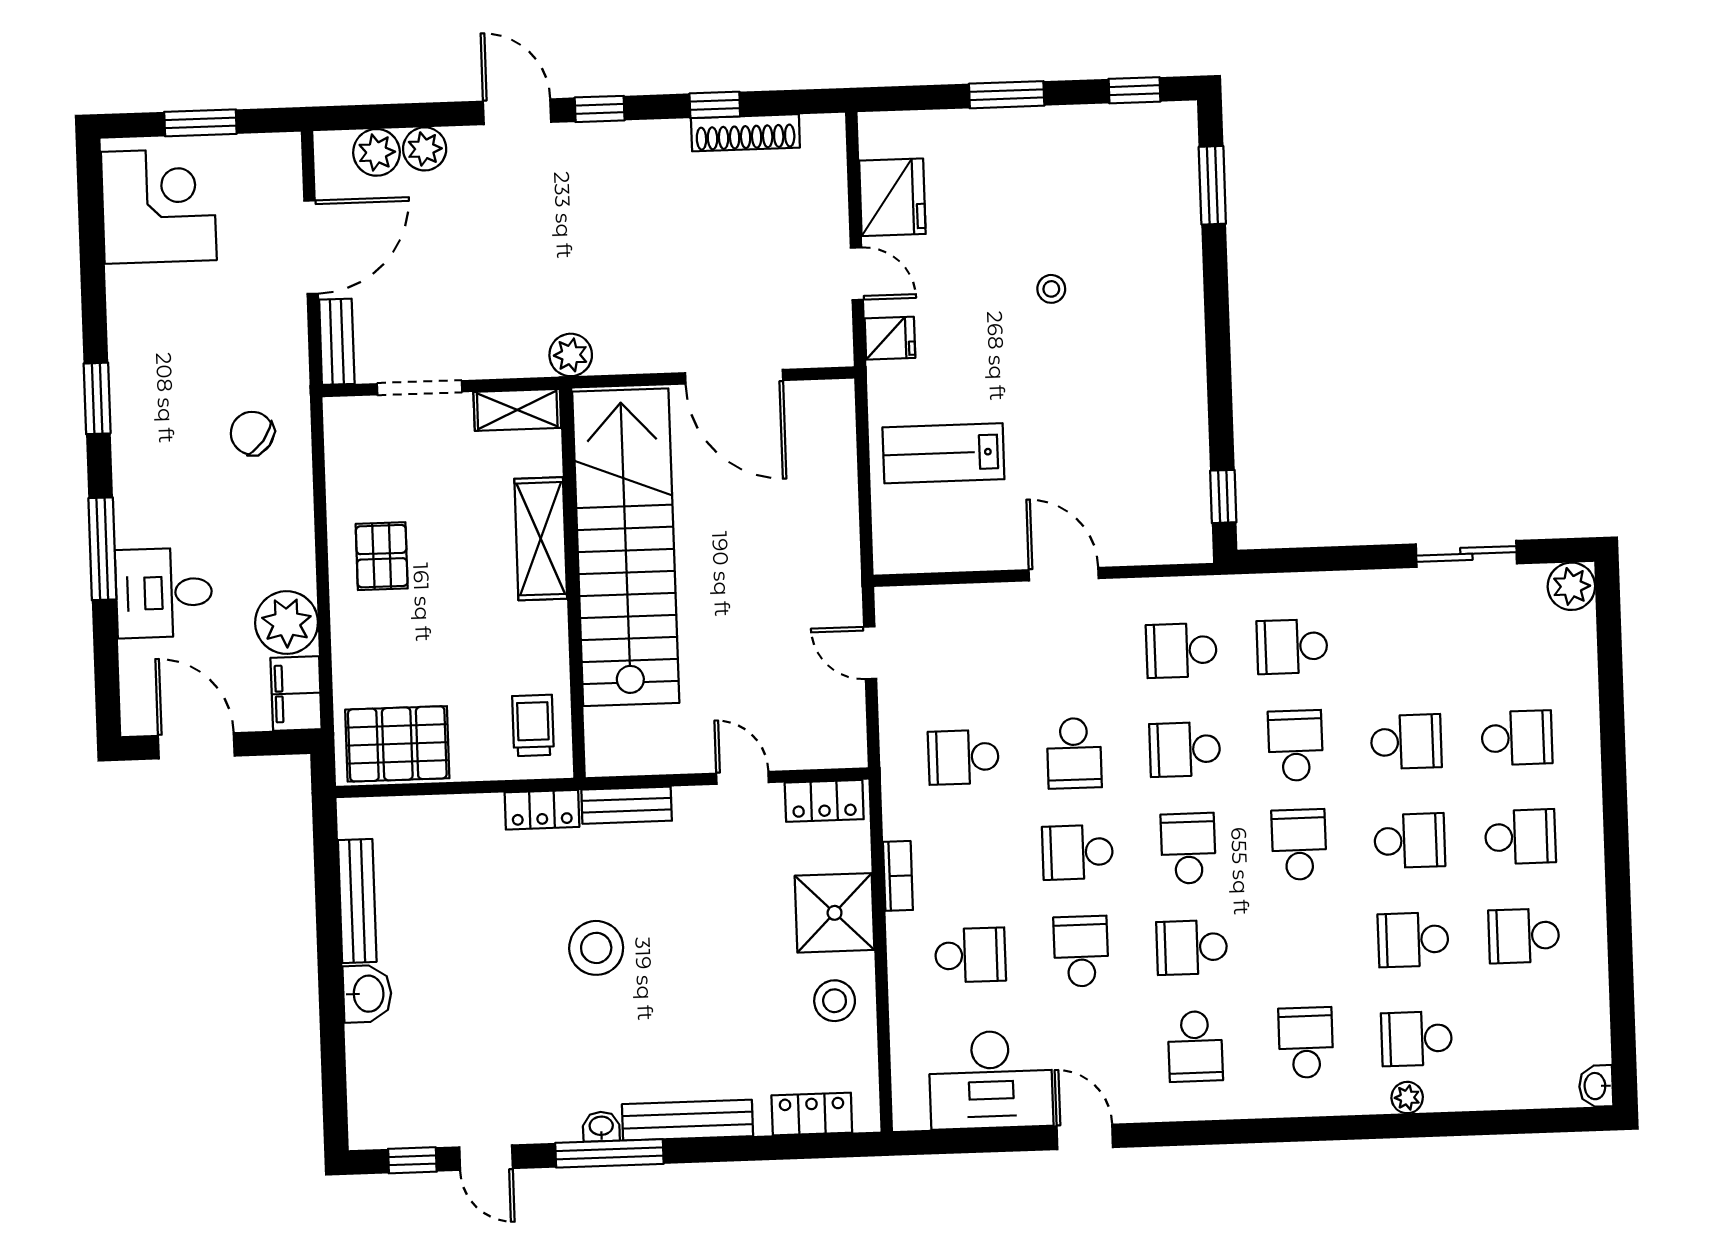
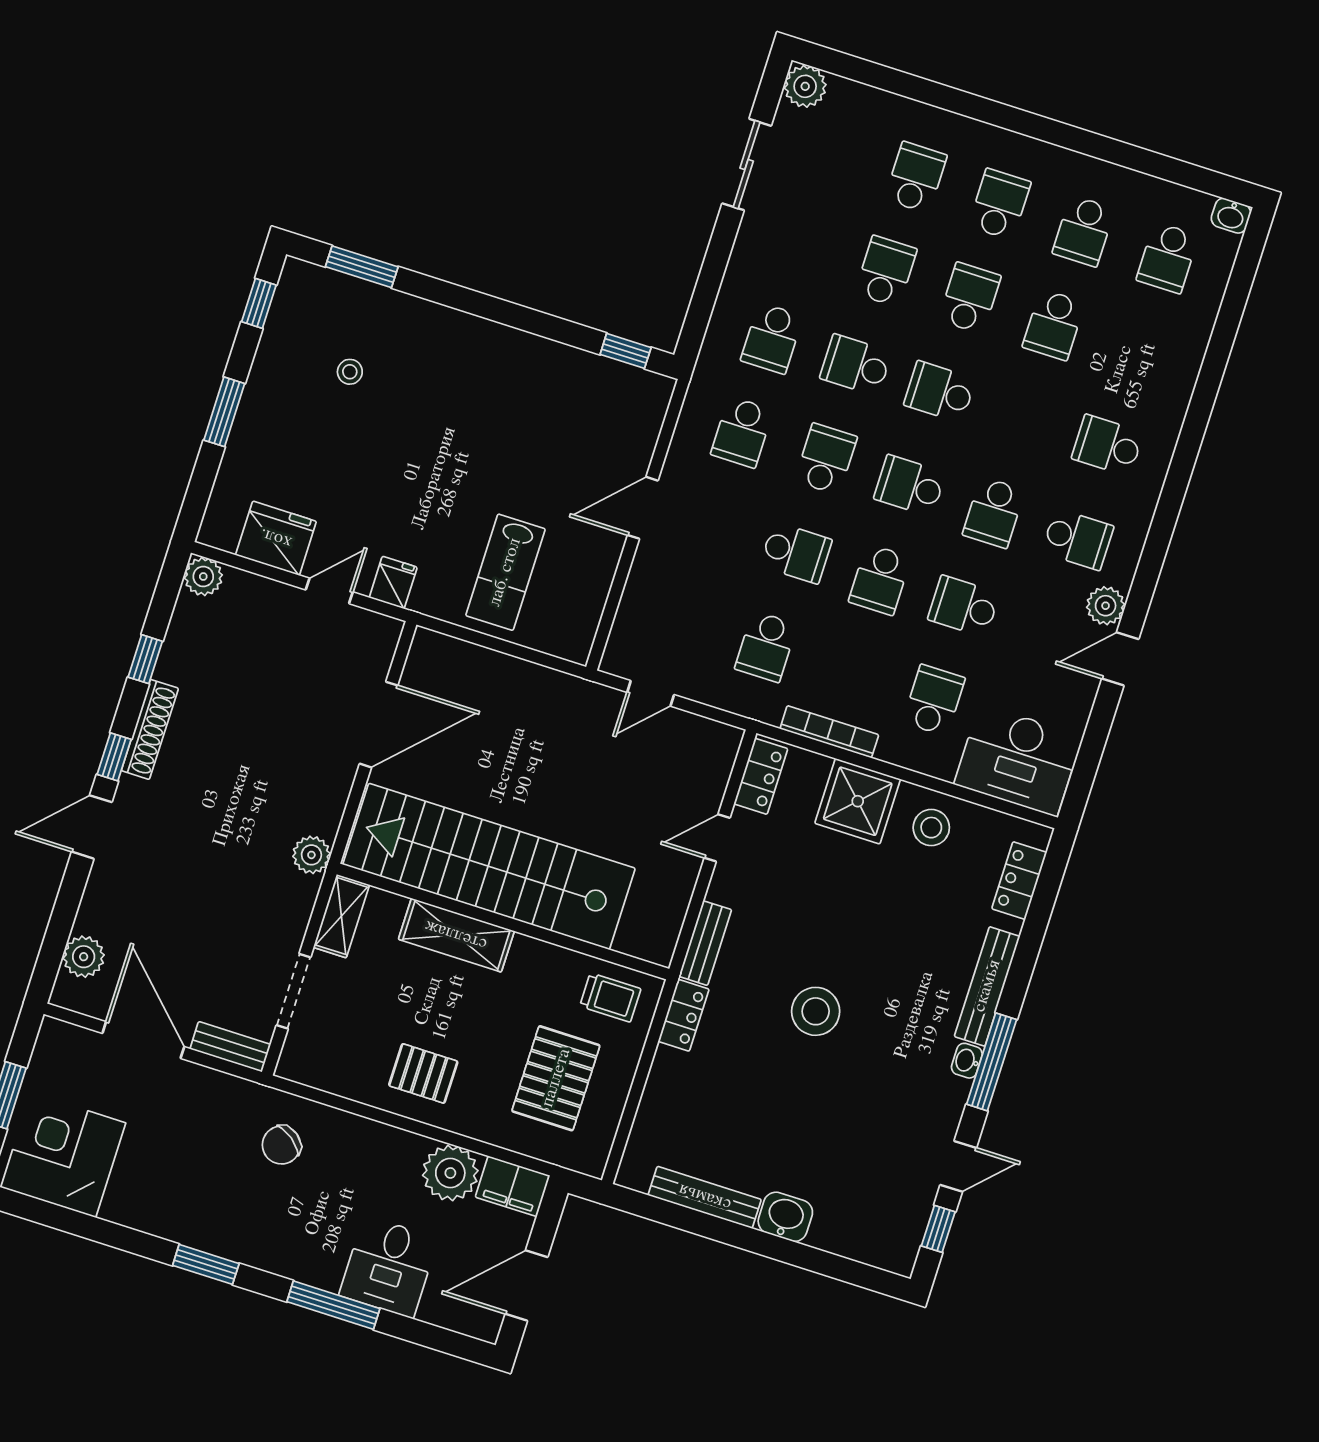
shoe rack: (745, 133) -> (150, 729), moved
plant: (425, 149) -> (203, 577), moved
stool: (1051, 289) -> (350, 372), moved
trolley: (533, 725) -> (610, 997), turned 180
pallet: (397, 744) -> (556, 1078), moved
school desk: (1185, 749) -> (826, 459), turned 180
bookcase: (898, 876) -> (829, 732), width x1.56
school desk: (1417, 1039) -> (1167, 258), moved
desk: (991, 1080) -> (1018, 760), moved, turned 90
plant: (1407, 1098) -> (1106, 606), moved, width x1.38, depth x1.38

